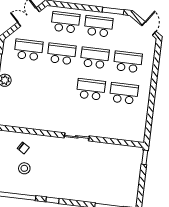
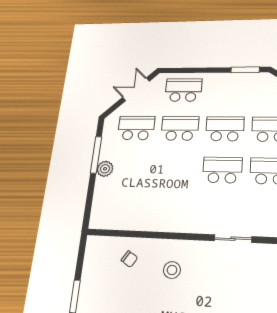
school desk: (98, 26) -> (227, 90), removed
sliding door: (77, 137) -> (233, 239), moved
stool: (24, 168) -> (172, 270), moved

